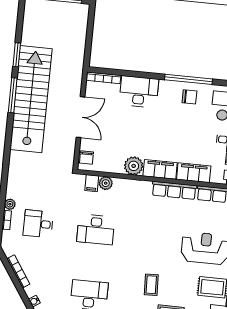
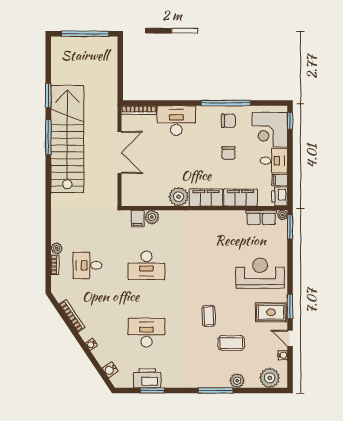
chair: (86, 158) -> (228, 153), moved
row of seats: (174, 190) -> (222, 217), removed

